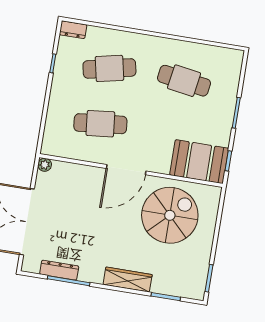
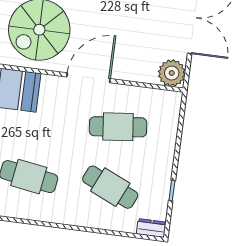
cafe table: (109, 68) -> (110, 187), turned 36
plant: (45, 165) -> (172, 73), width x1.87, depth x1.87

